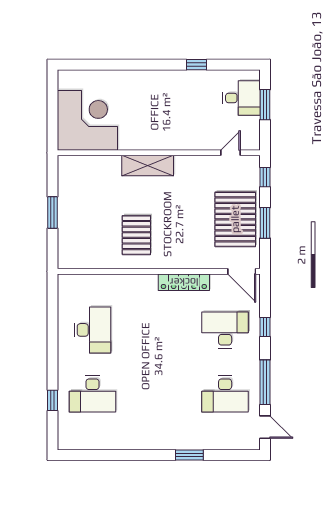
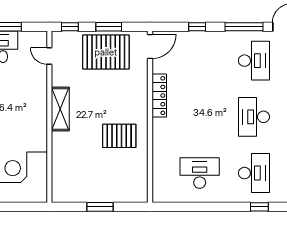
shelving: (148, 166) -> (60, 109), moved
desk: (225, 330) -> (254, 117), moved

